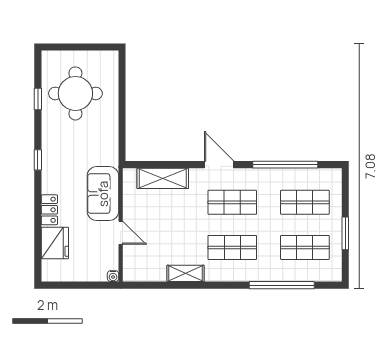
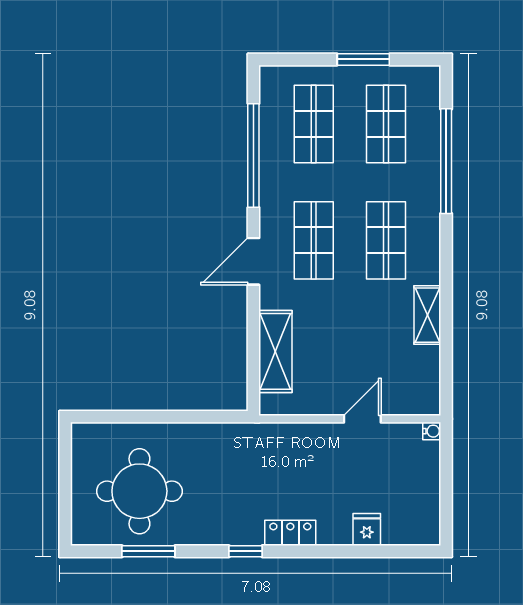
window: (38, 99) -> (148, 551), width x1.50
sofa: (103, 194) -> (300, 447), removed
locker: (49, 210) -> (290, 533), moved
fridge: (55, 243) -> (367, 530), width x0.53, depth x0.75

